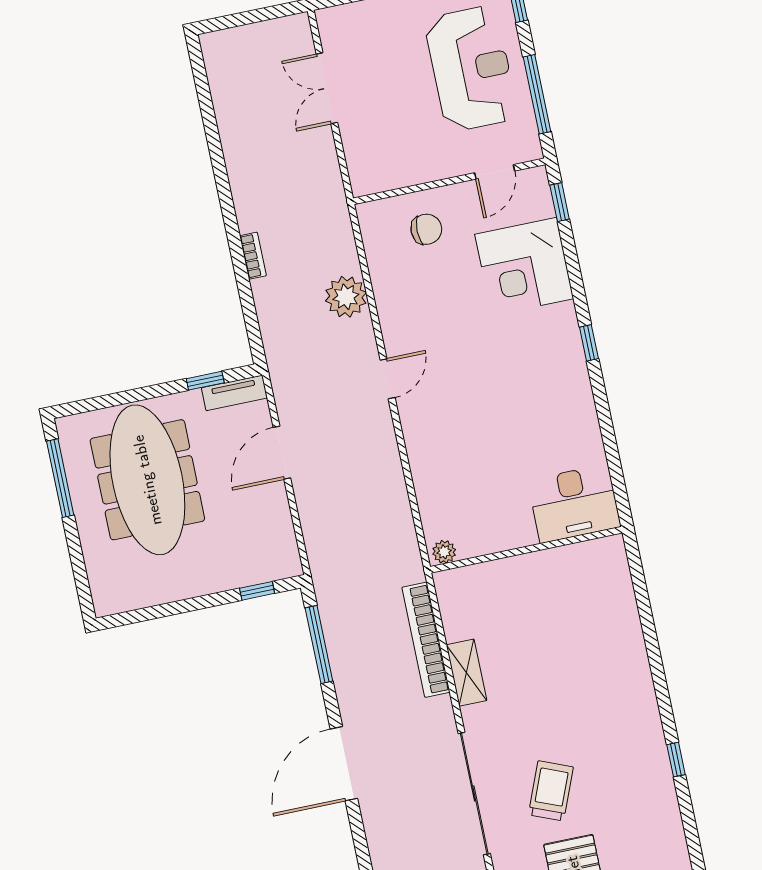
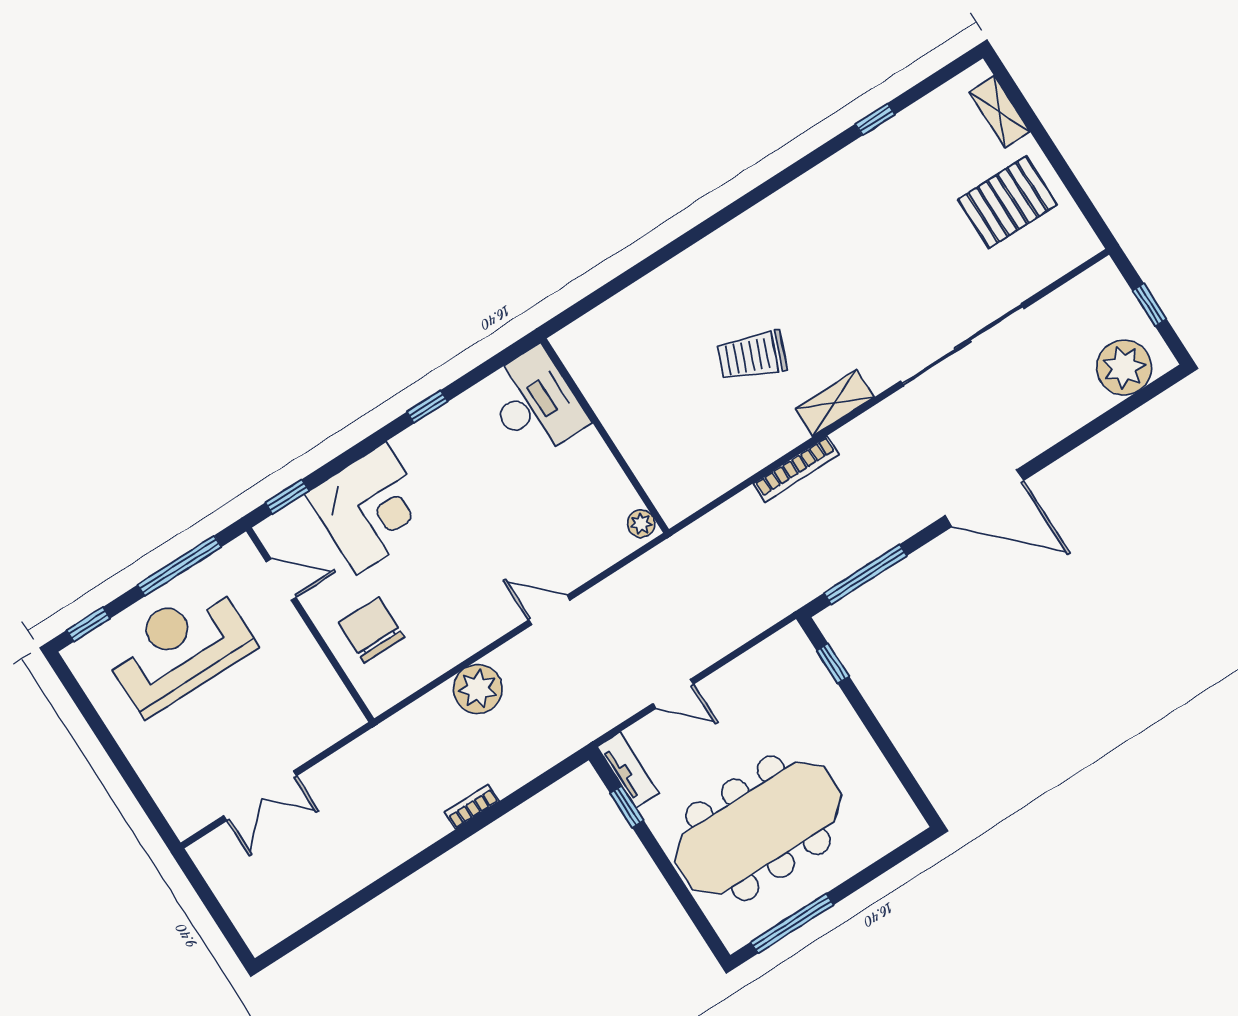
chair: (426, 229) -> (371, 630), width x1.37, depth x1.37
door: (282, 453) -> (673, 694), width x0.73
desk: (574, 503) -> (535, 403), moved
wall: (526, 550) -> (605, 436), moved
plant: (444, 552) -> (641, 524), moved
bookcase: (426, 640) -> (796, 469), width x0.68, depth x0.76
window: (676, 760) -> (875, 119), moved
trolley: (551, 791) -> (752, 356), moved

